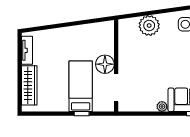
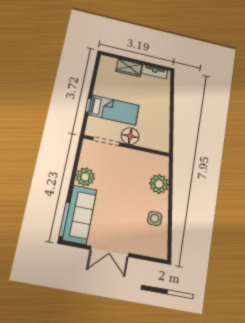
wardrobe: (29, 85) -> (129, 68), width x0.67
plant: (162, 106) -> (85, 177), width x1.87, depth x1.87

